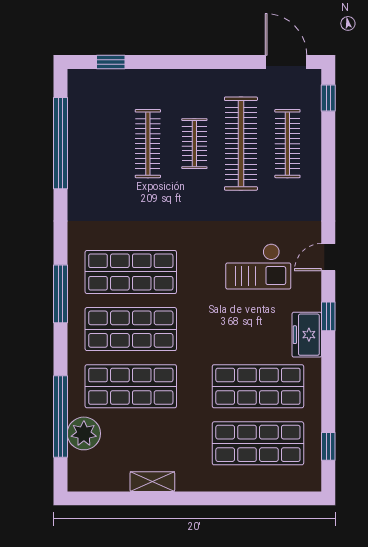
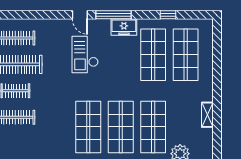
checkout: (258, 266) -> (85, 55), turned 180
window: (328, 316) -> (113, 15), width x2.17
window: (328, 446) -> (168, 15), moved

